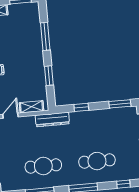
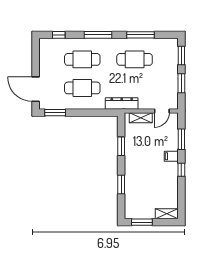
window: (45, 36) -> (121, 184), width x0.69
window: (81, 107) -> (93, 113), removed
cafe table: (94, 132) -> (82, 88), added

